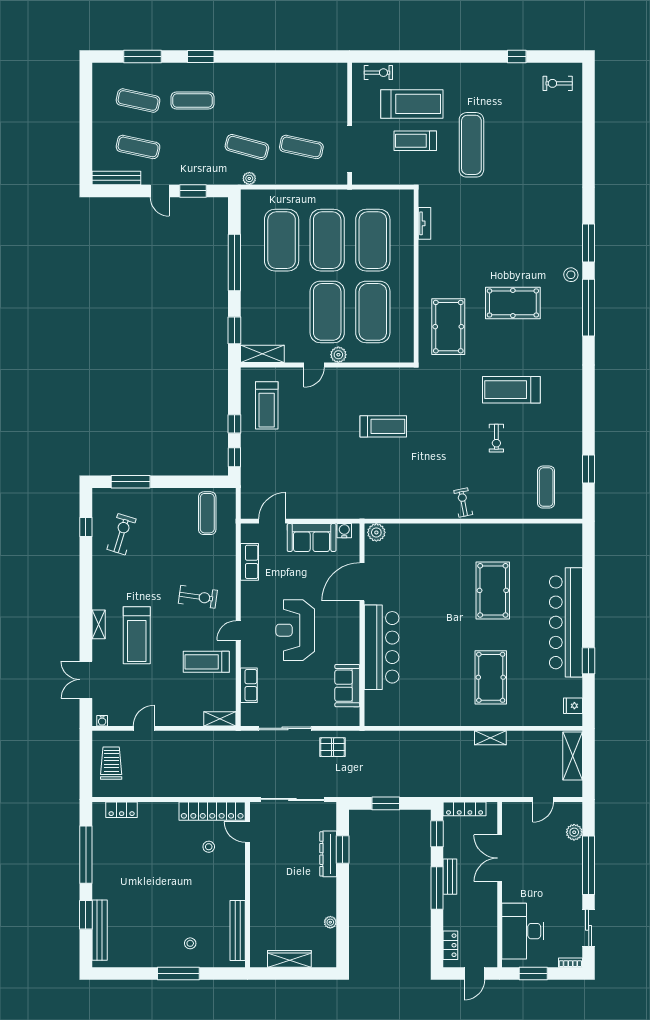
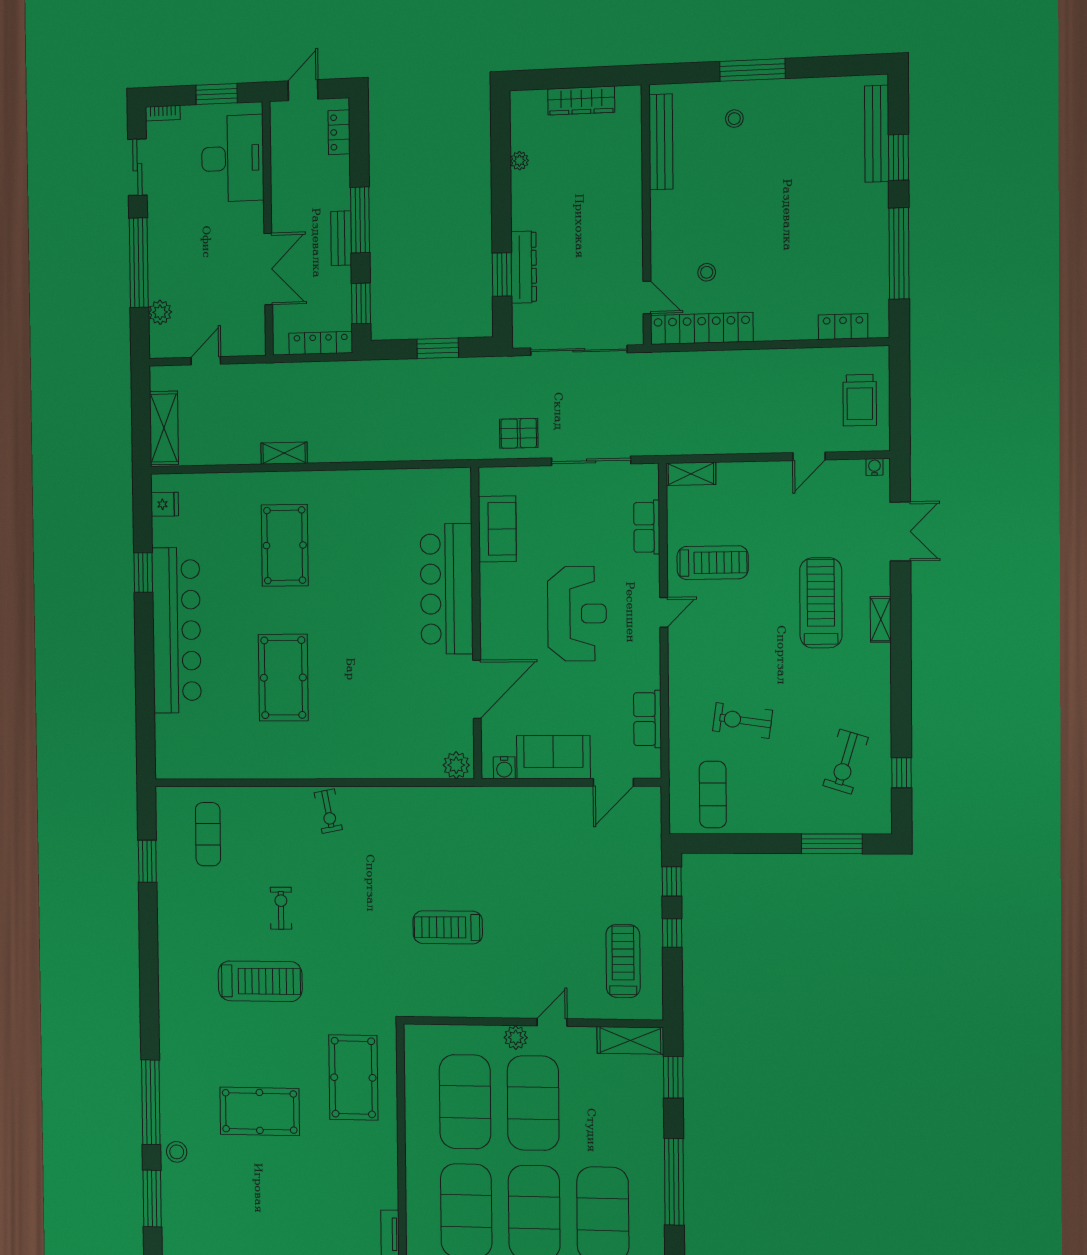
exercise bike: (198, 597) -> (743, 721), moved

